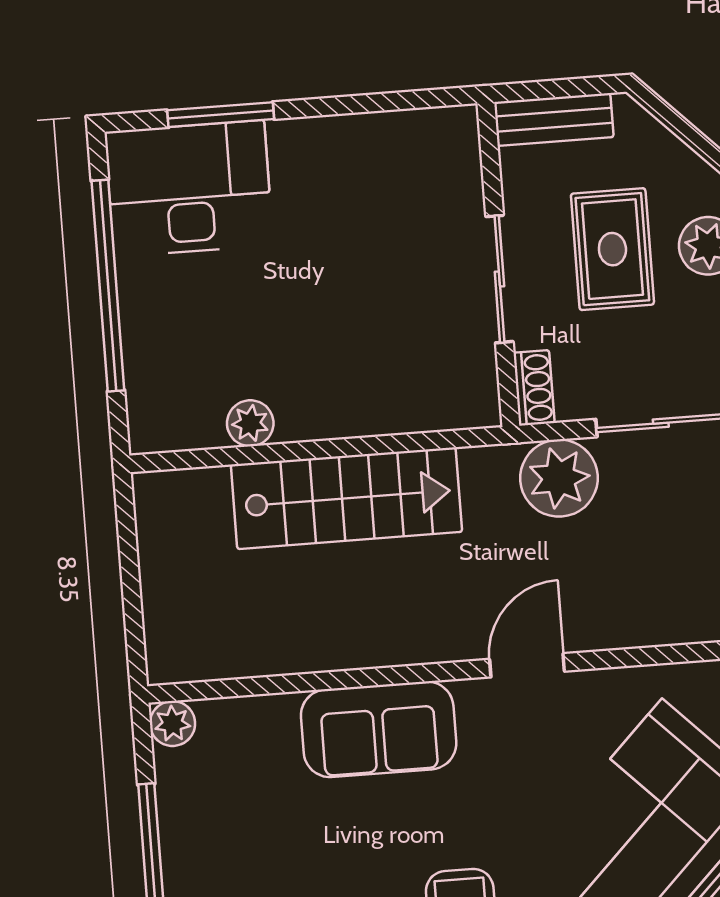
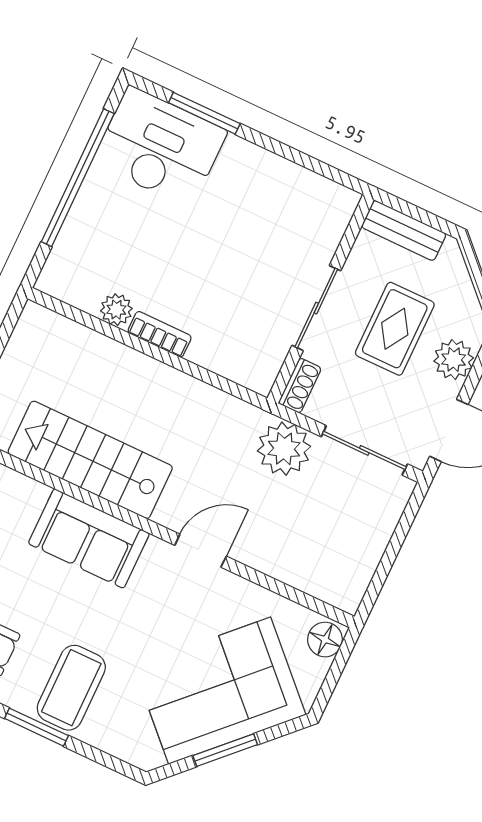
bookcase: (322, 423) -> (160, 334), added
stairs: (346, 498) -> (90, 460), moved, turned 180

